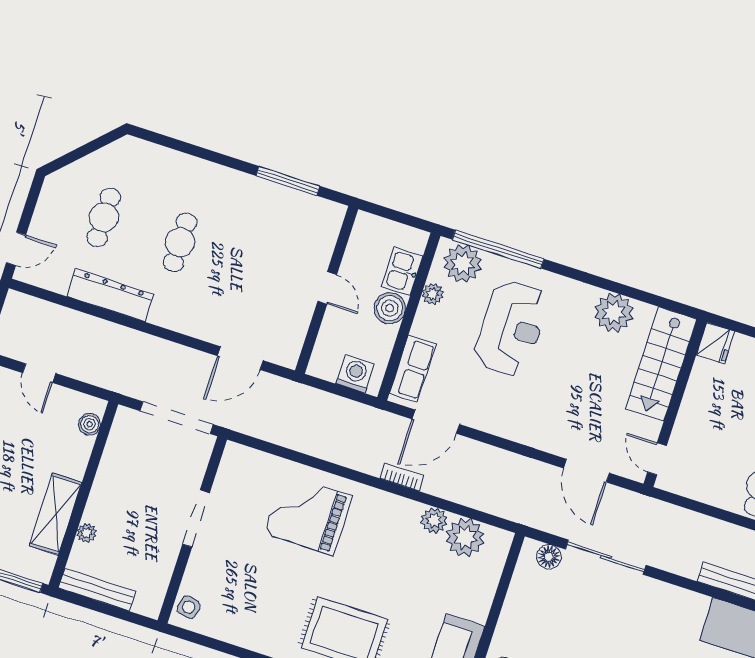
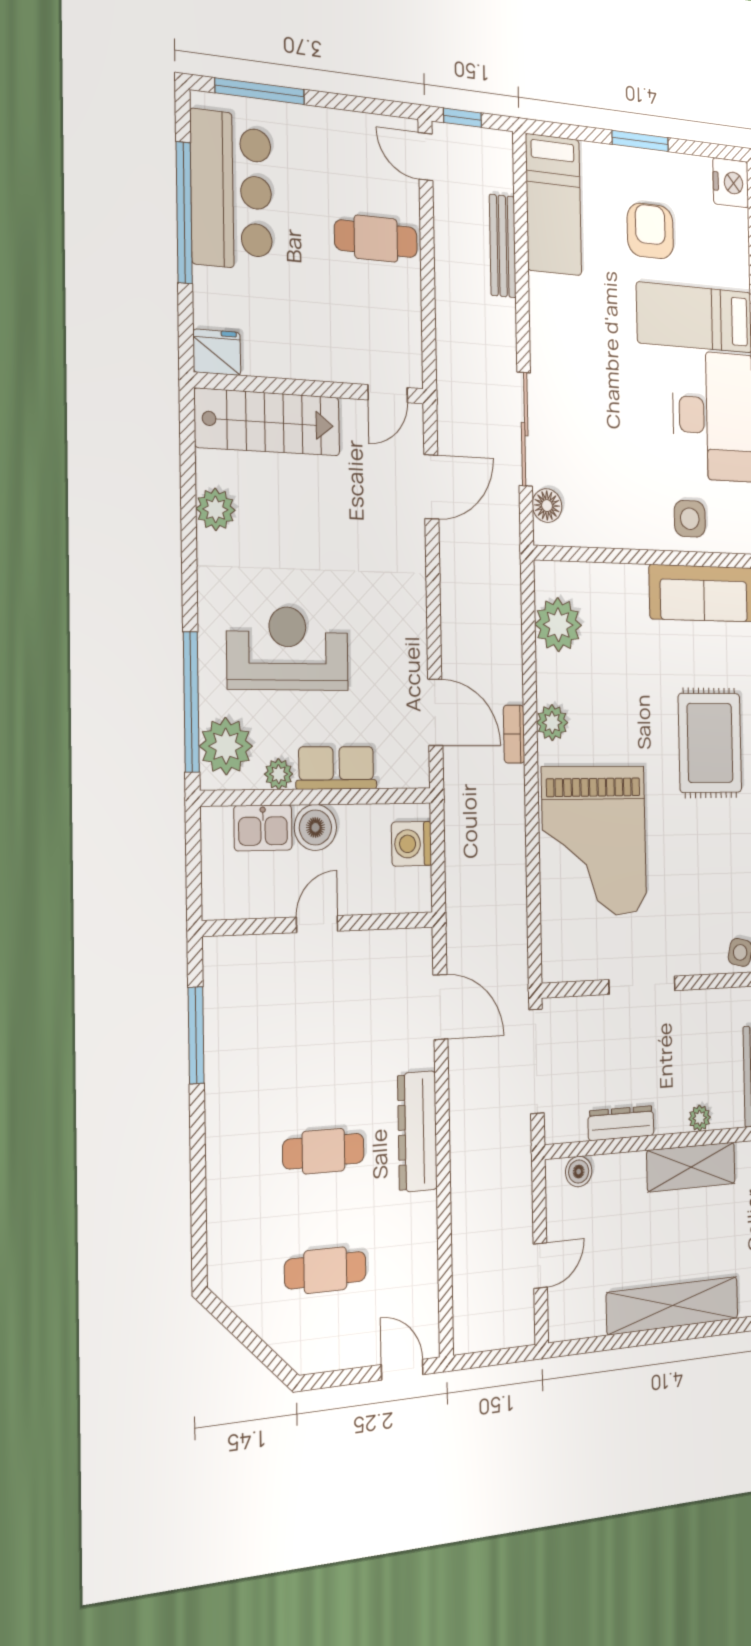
dresser: (110, 295) -> (417, 1131), moved
plant: (614, 313) -> (216, 509), width x0.73, depth x0.73
row of seats: (413, 369) -> (336, 768), moved
dresser: (109, 469) -> (621, 1123), added
grand piano: (308, 515) -> (594, 841), width x1.37, depth x1.48
plant: (434, 520) -> (552, 723), moved

